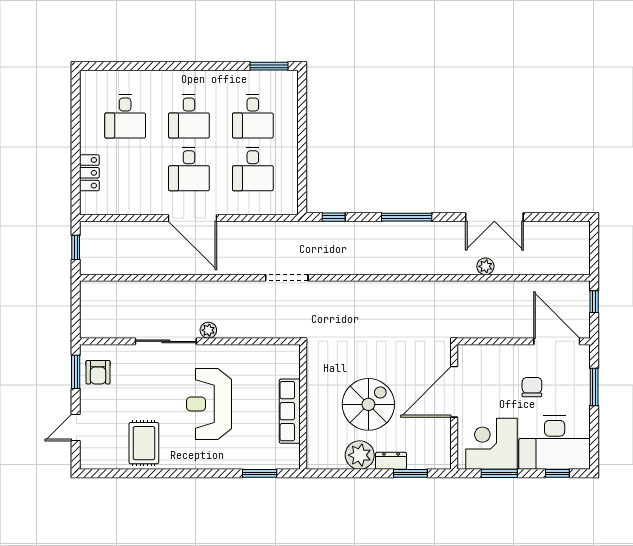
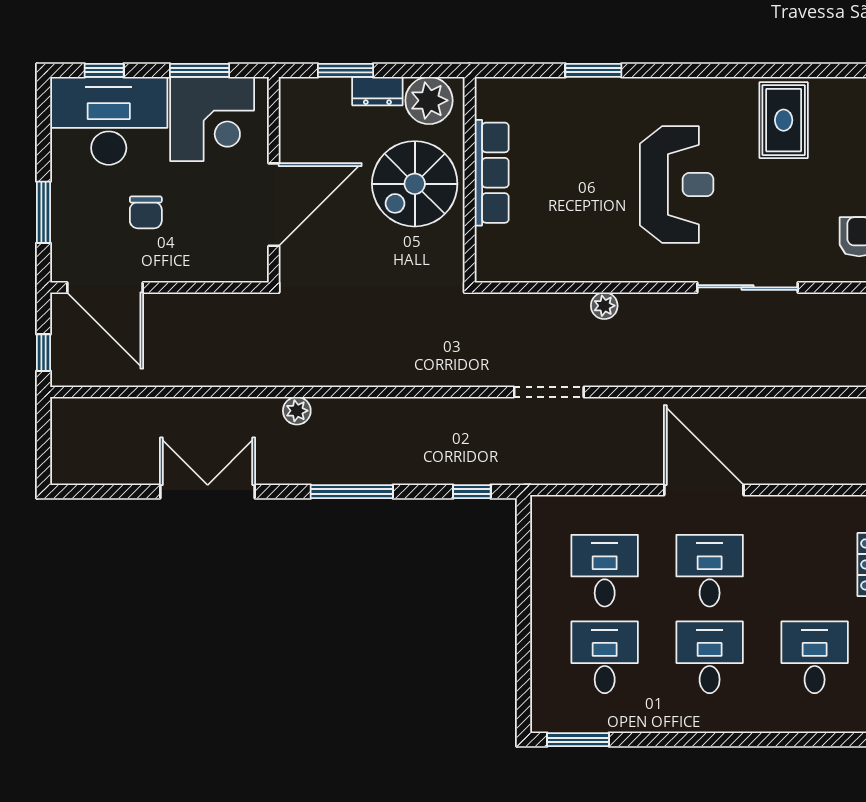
plant: (485, 266) -> (297, 411), moved
plant: (208, 330) -> (604, 306), moved
wall: (303, 407) -> (470, 180), moved
row of seats: (290, 411) -> (492, 173), moved

